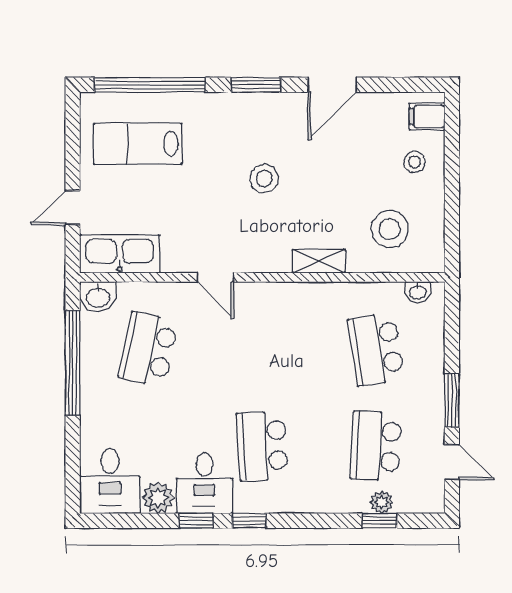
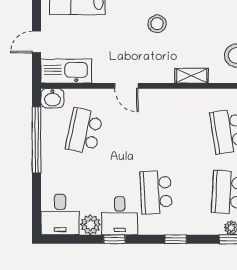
window: (249, 521) -> (176, 239), moved

